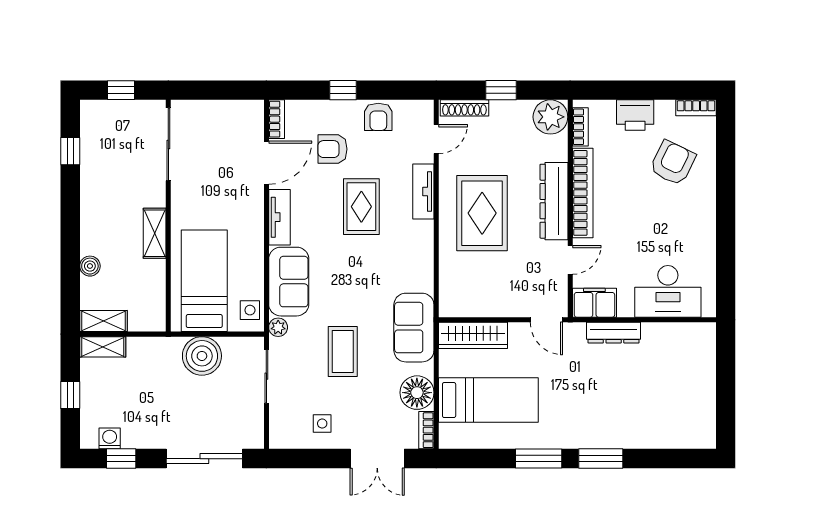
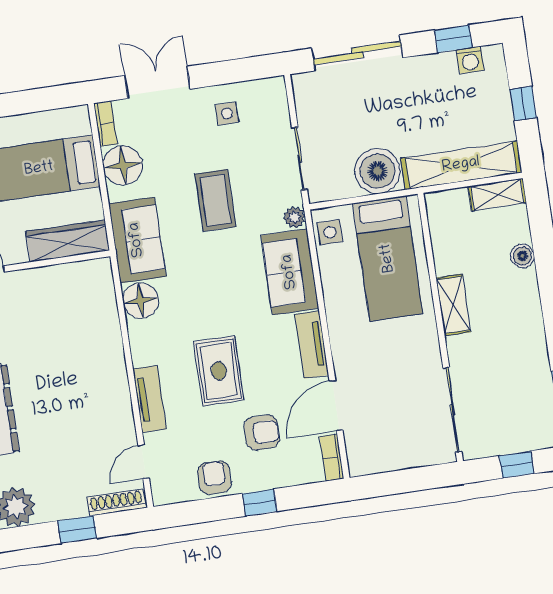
rug: (482, 213) -> (78, 384), removed
floor lamp: (419, 276) -> (141, 301), added
shelving: (103, 347) -> (461, 165), width x2.20, depth x1.33

